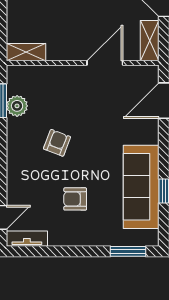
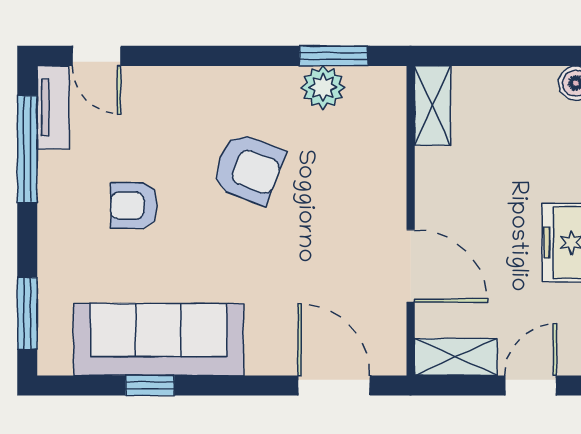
armchair: (57, 143) -> (248, 169), width x1.38, depth x1.38
armchair: (75, 199) -> (134, 206), turned -90
window: (47, 251) -> (27, 149), added

